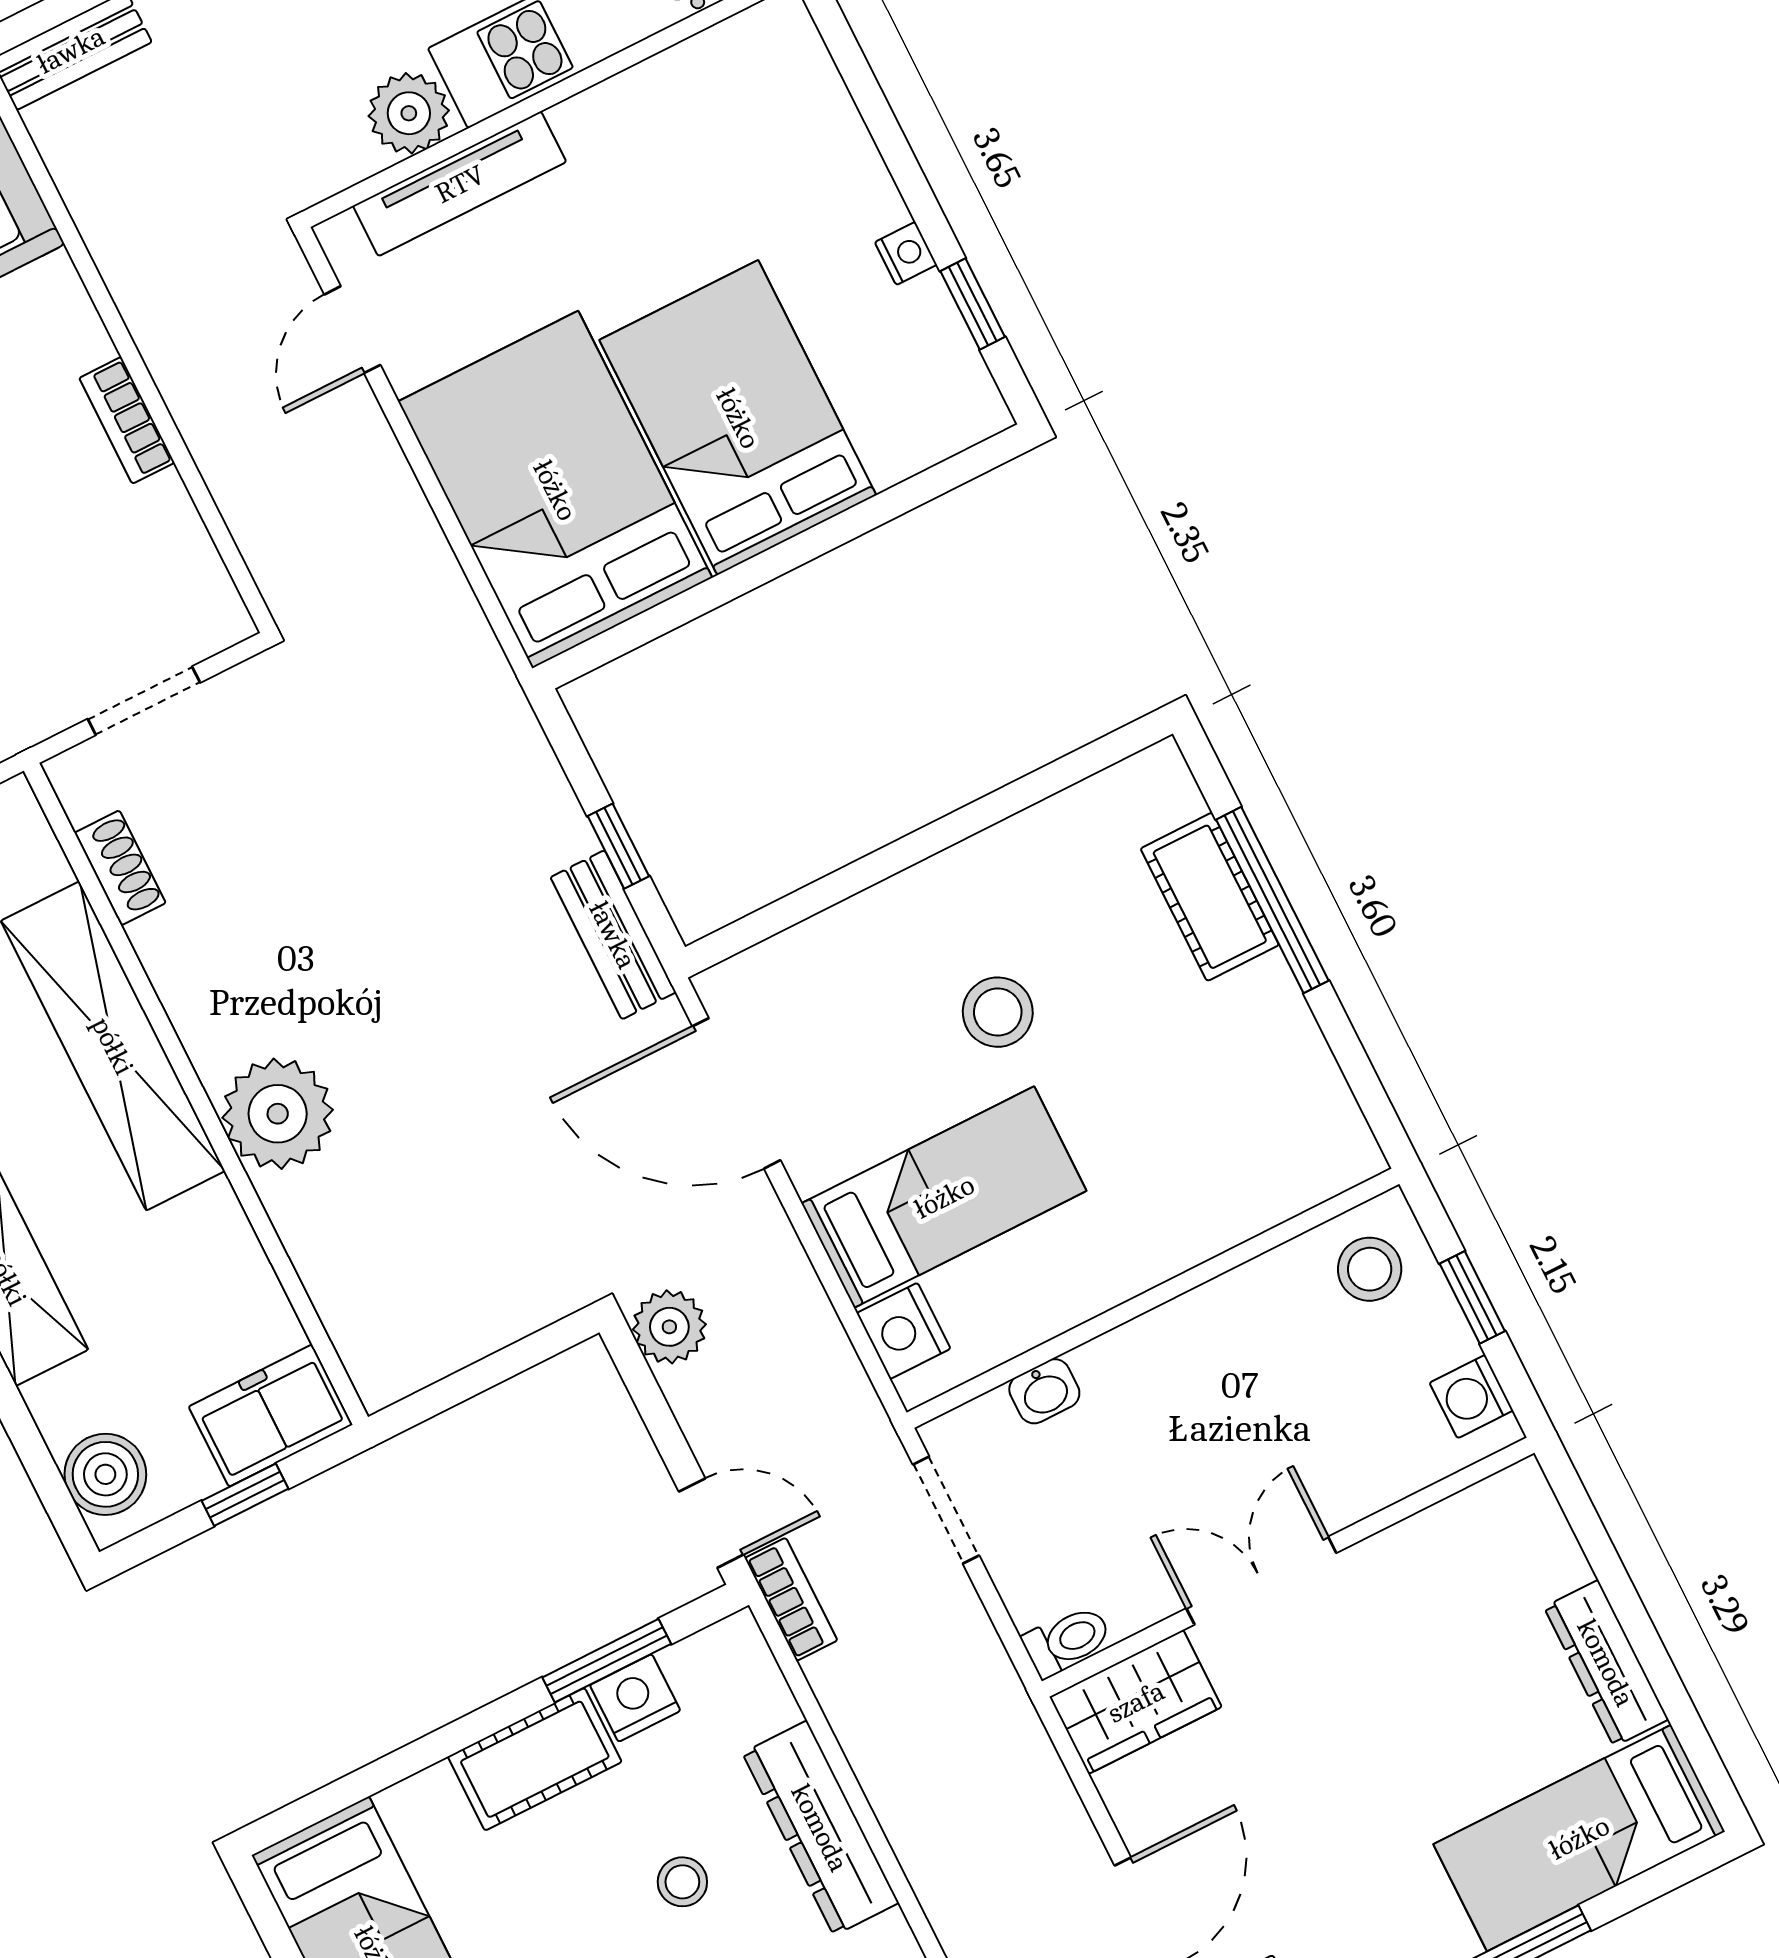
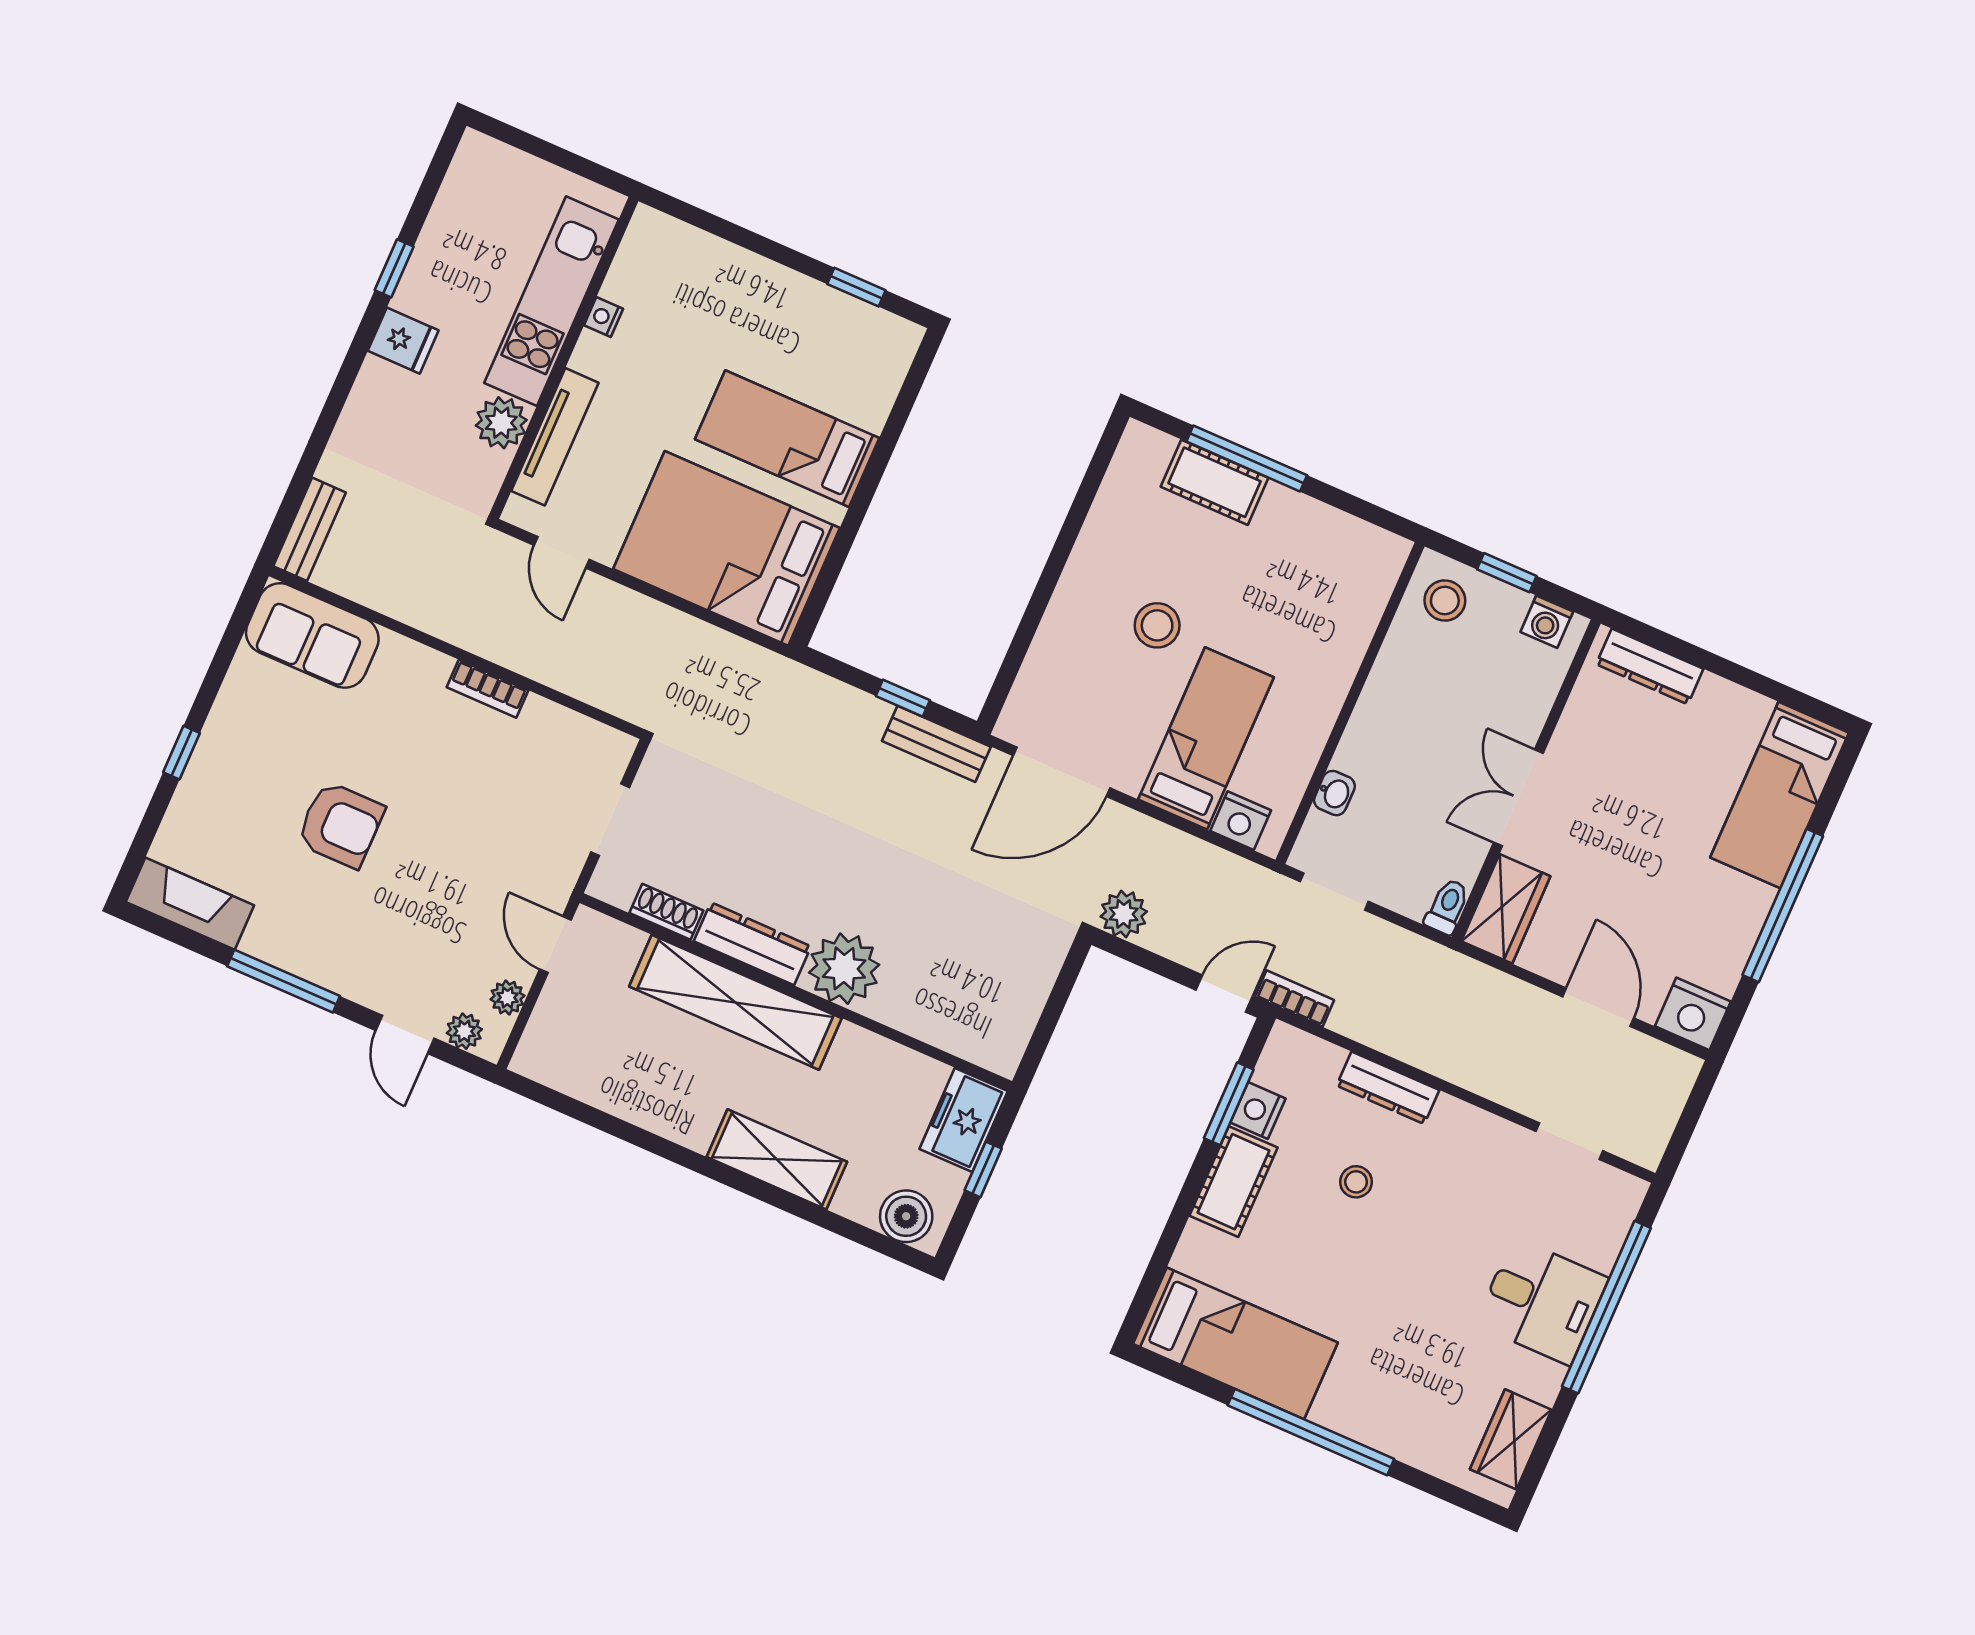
nightstand: (906, 253) -> (604, 317), moved, turned -90
bed: (738, 418) -> (787, 439), width x0.67
dresser: (192, 992) -> (752, 944), added
dresser: (1606, 1663) -> (1650, 666), moved
dresser: (820, 1828) -> (1388, 1088), width x0.73, depth x0.80

